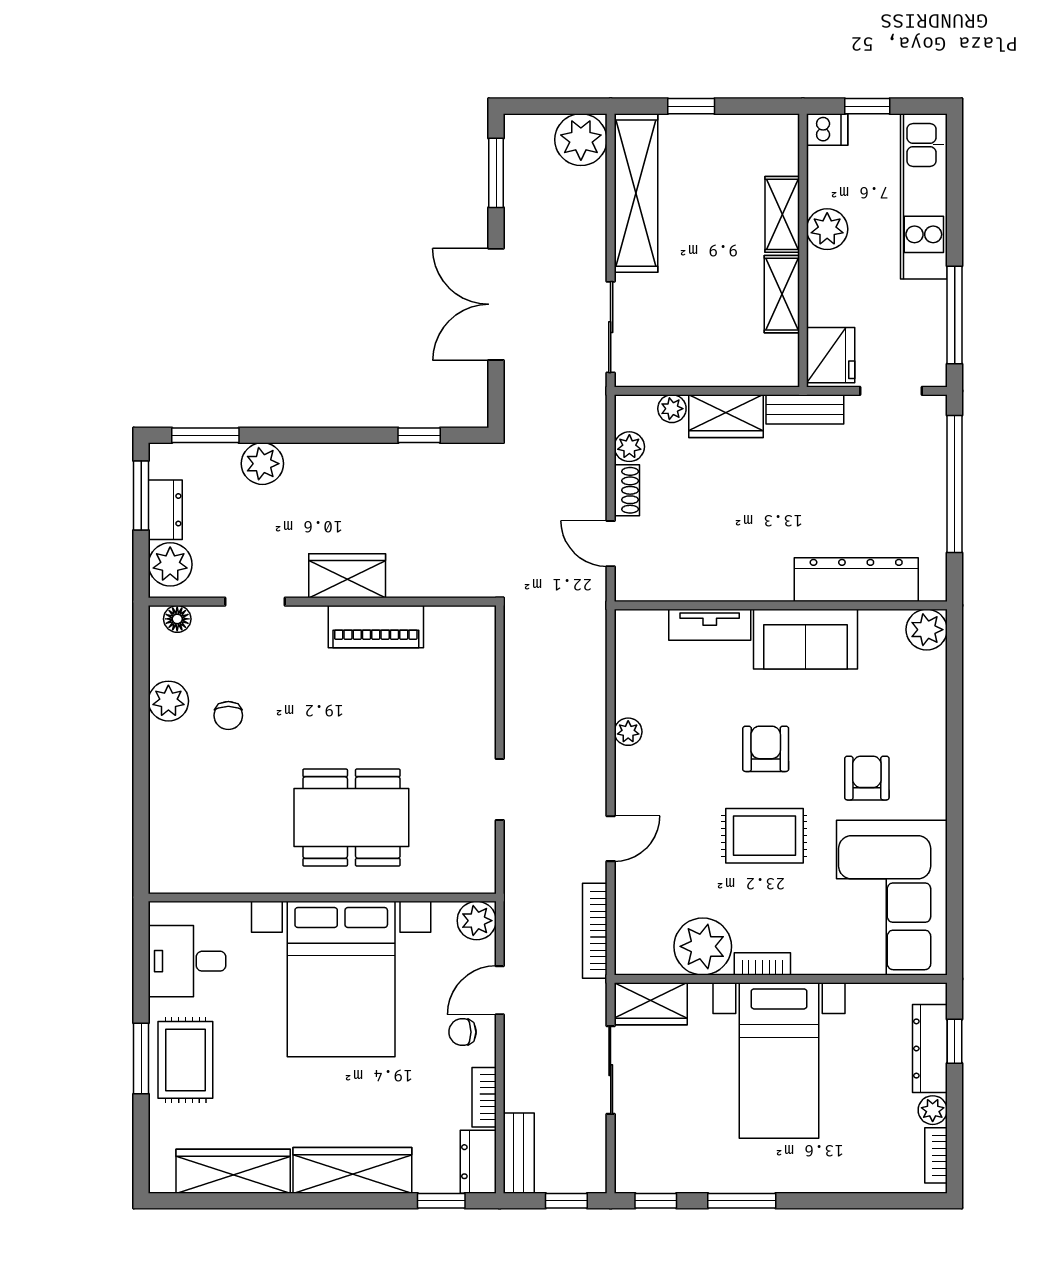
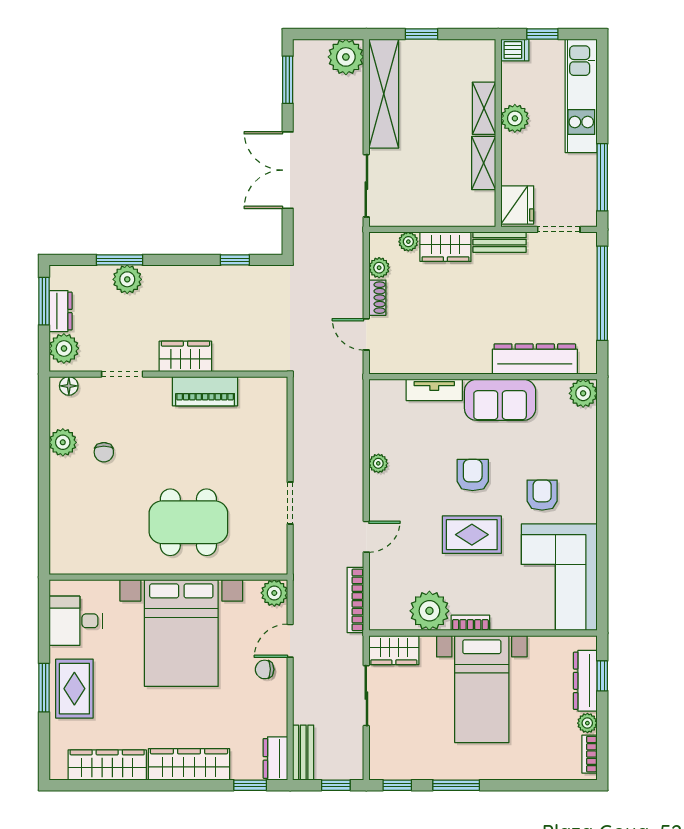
window: (205, 435) -> (120, 260), moved
bookcase: (484, 1097) -> (279, 714), removed

